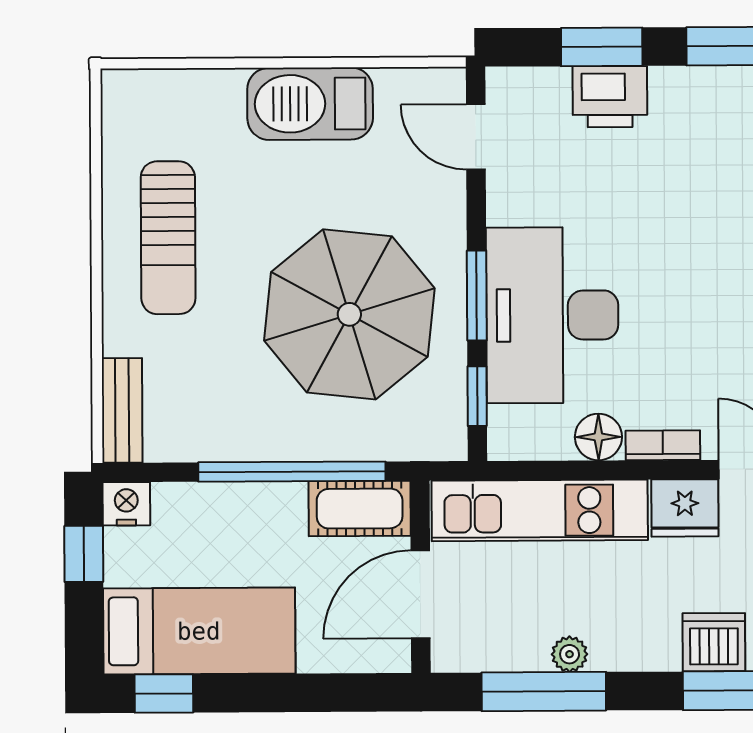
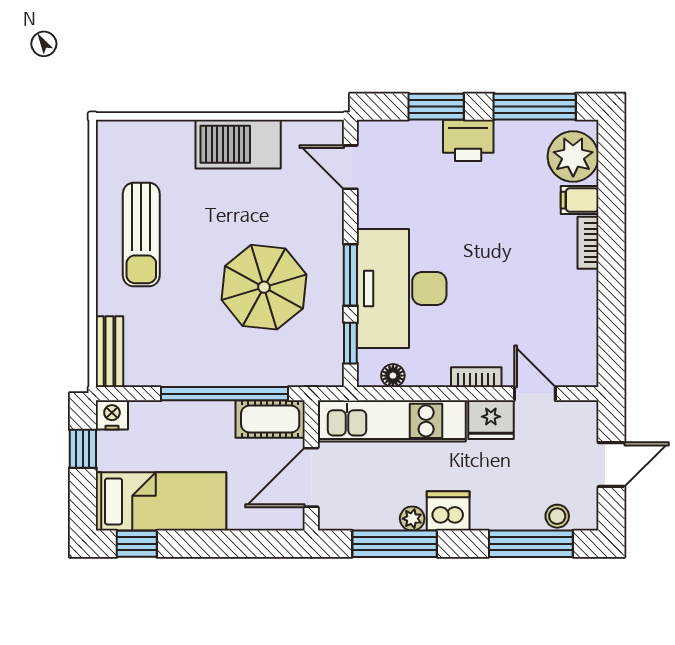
printer: (610, 97) -> (468, 140), moved
parasol: (349, 314) -> (264, 287), width x0.73, depth x0.73
floor lamp: (598, 437) -> (393, 376), moved, width x0.73, depth x0.73
dishwasher: (714, 642) -> (448, 511), moved

